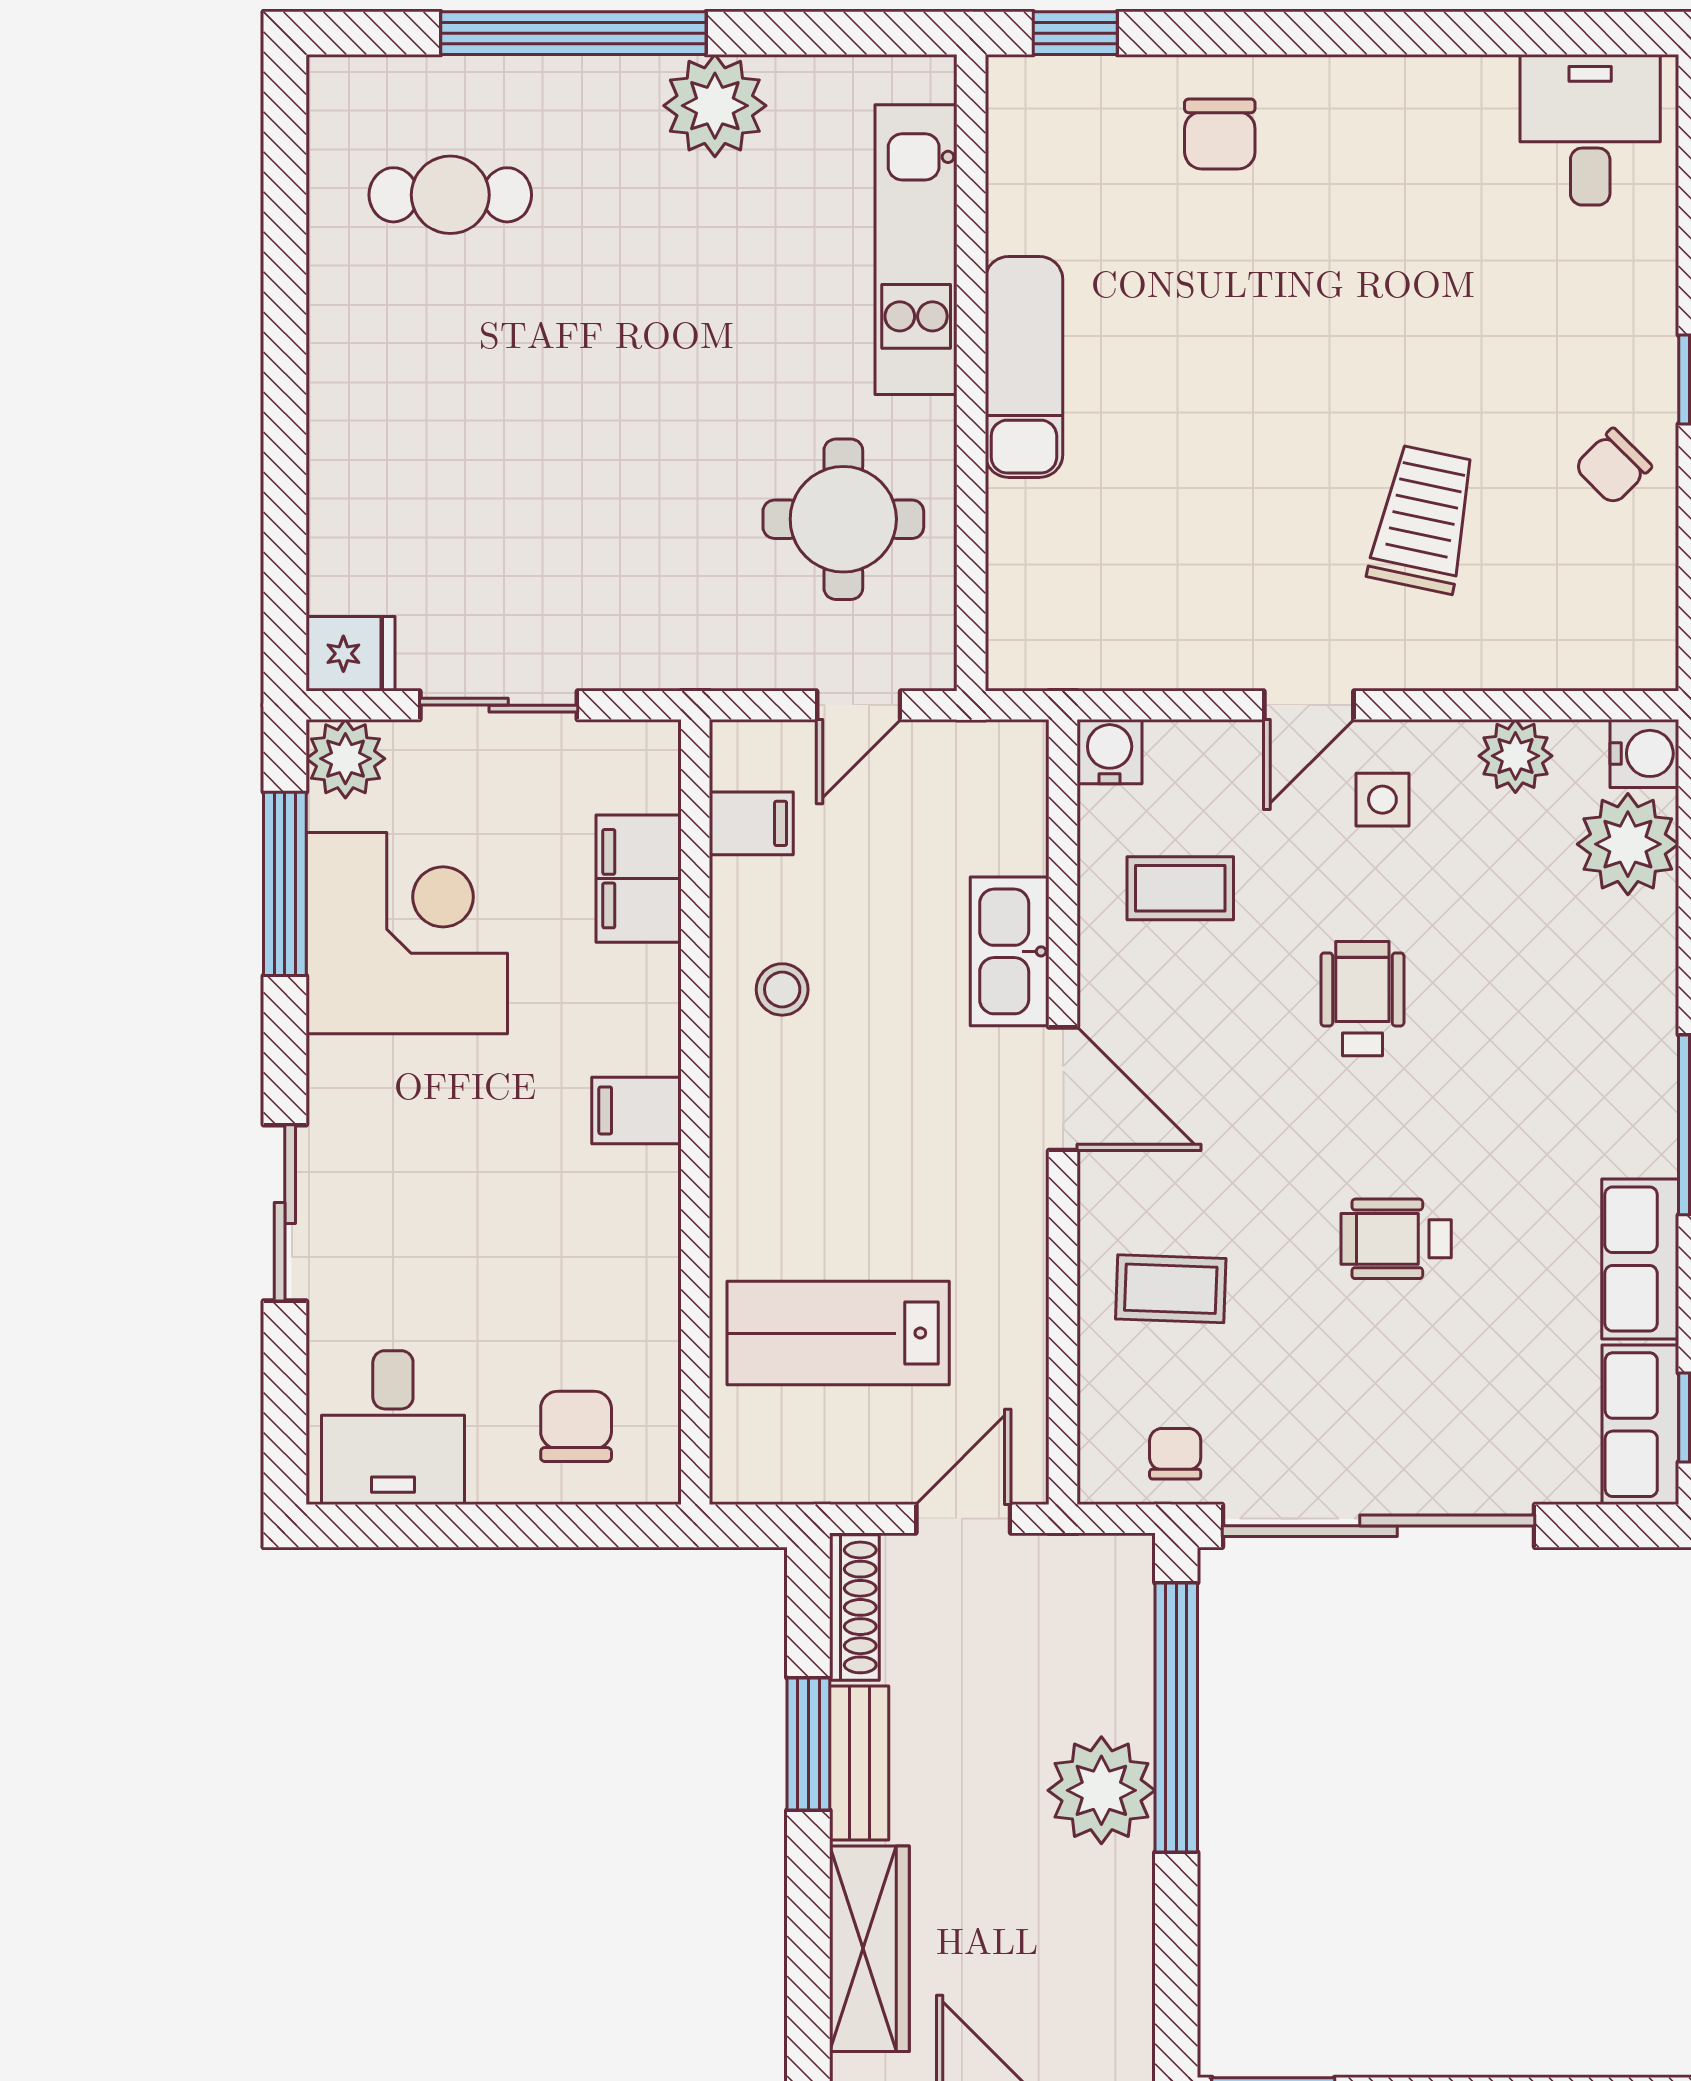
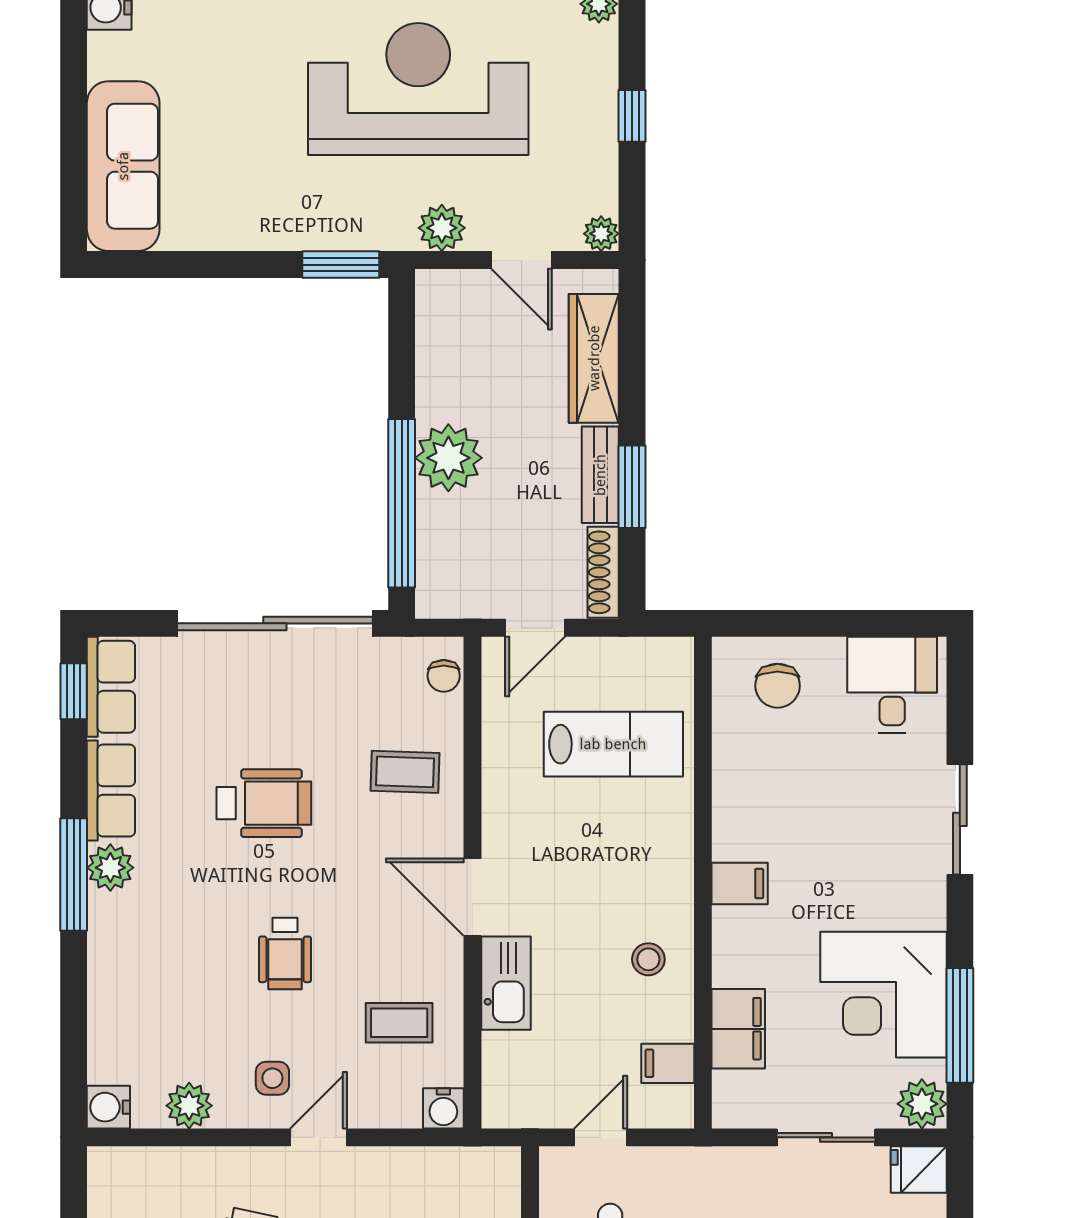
plant: (1628, 844) -> (110, 868), moved, width x0.73, depth x0.73
wheelchair: (1396, 1239) -> (264, 803), width x1.36, depth x1.37
chair: (1175, 1454) -> (444, 676), moved

